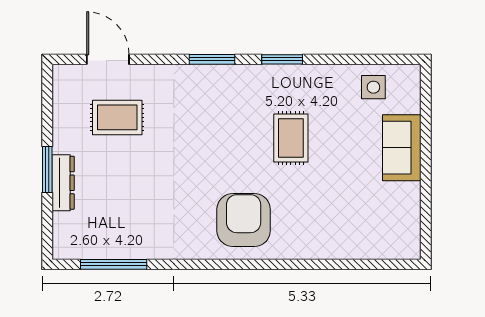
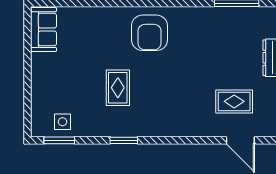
window: (212, 59) -> (59, 140), moved
sofa: (402, 148) -> (44, 30), moved

